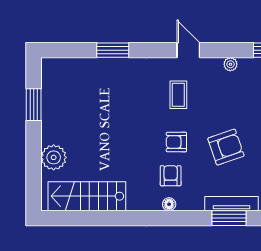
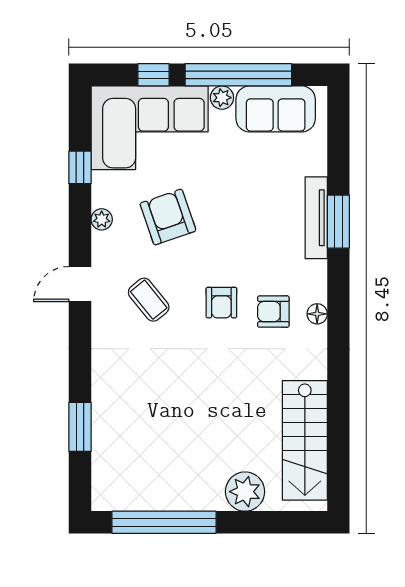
window: (113, 50) -> (80, 427), moved
coffee table: (178, 95) -> (149, 300), turned 51
window: (34, 105) -> (164, 522), width x2.11
armchair: (226, 147) -> (168, 217), moved

